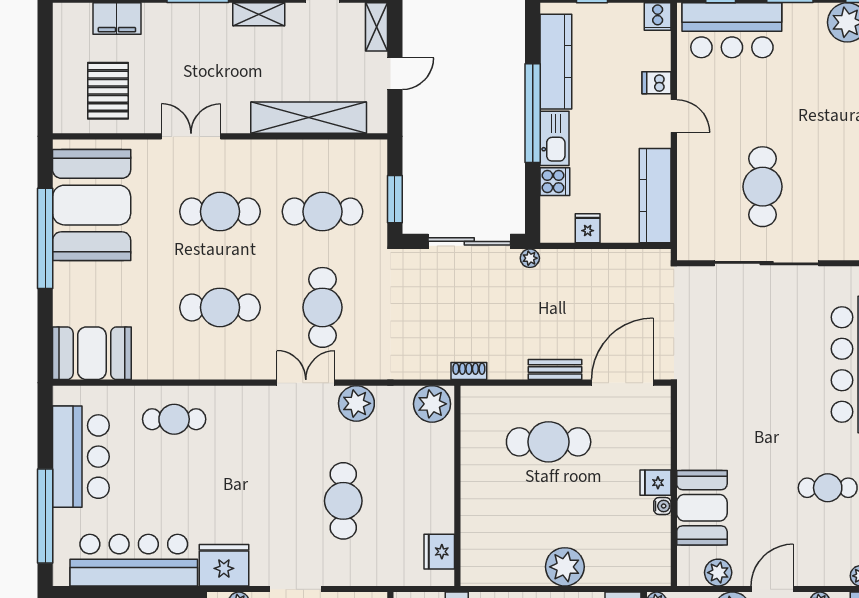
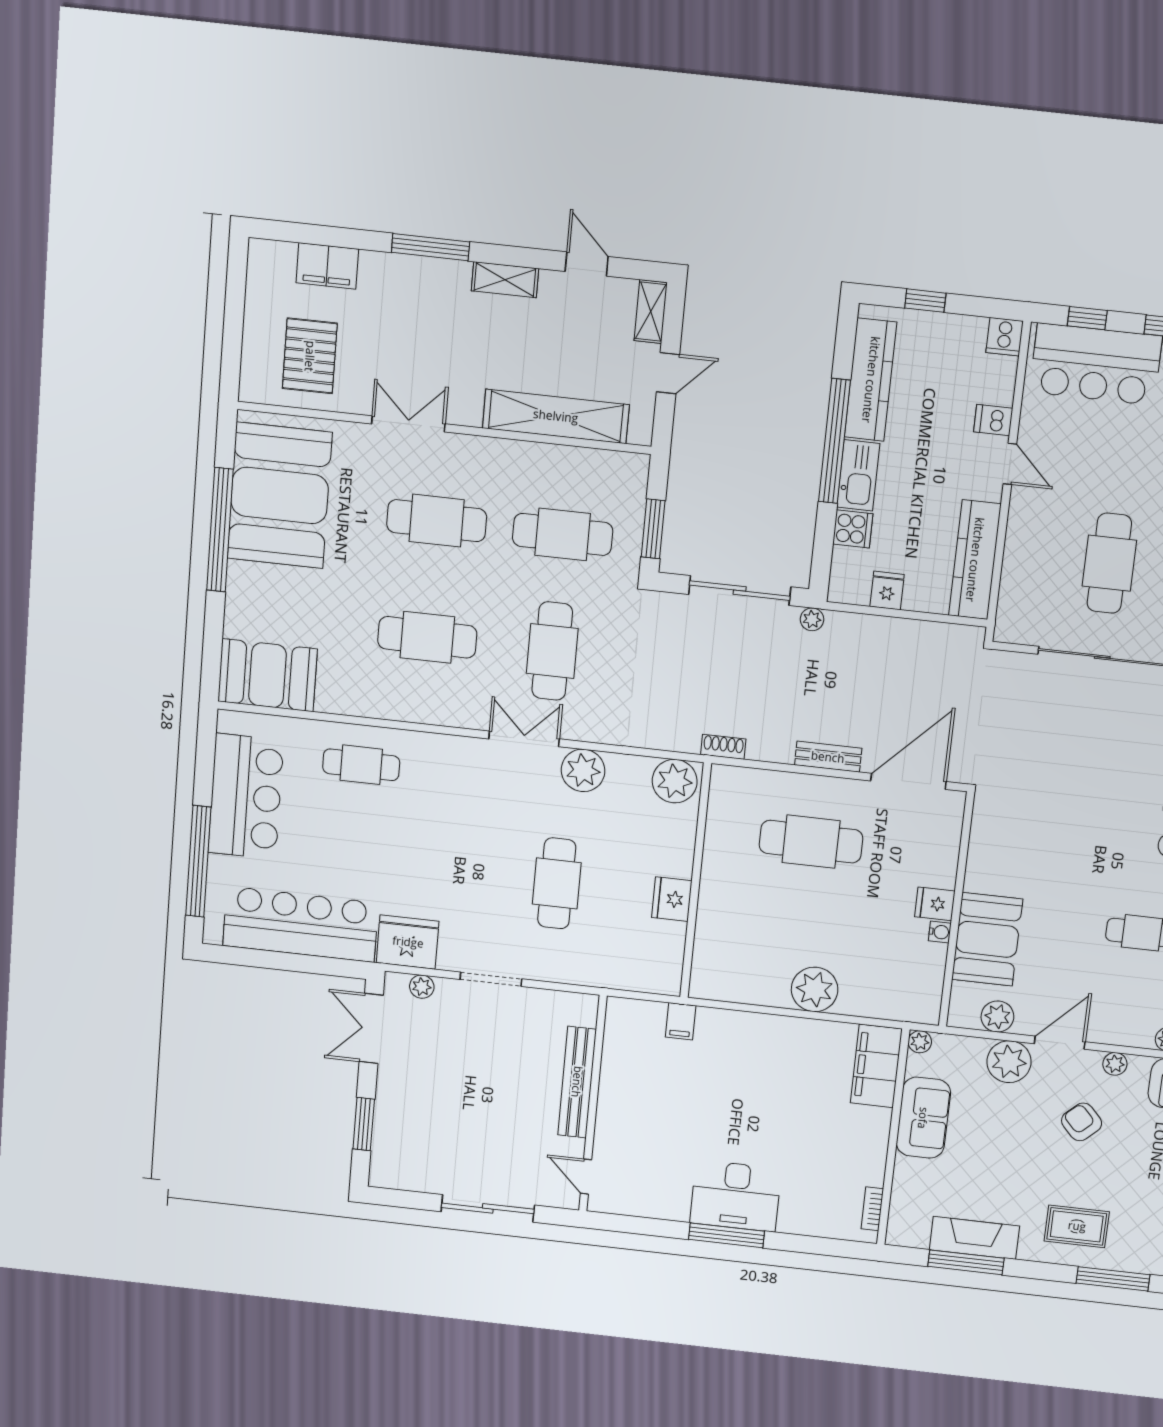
fridge: (439, 552) -> (672, 899), moved

